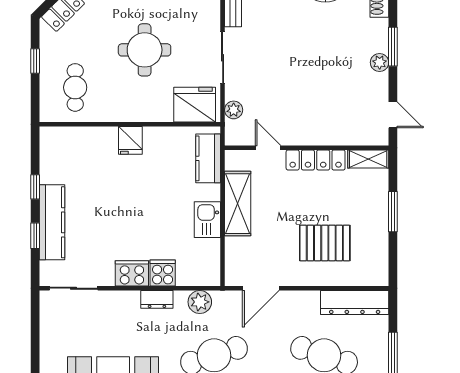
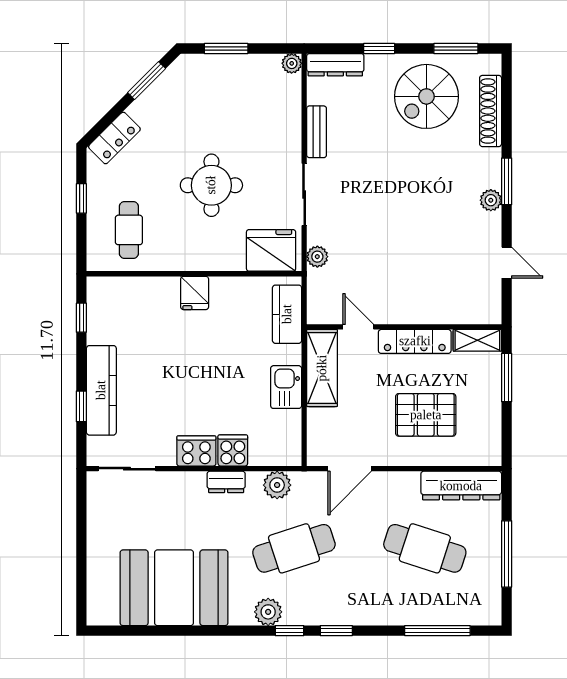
door: (268, 148) -> (358, 327), moved
wall: (307, 148) -> (404, 327), moved
shelving: (368, 159) -> (477, 340), moved
locker: (316, 160) -> (415, 341), moved
window: (35, 187) -> (81, 318), moved

